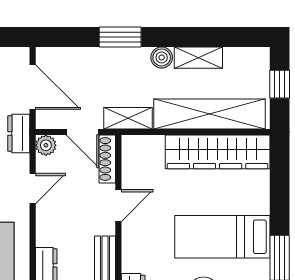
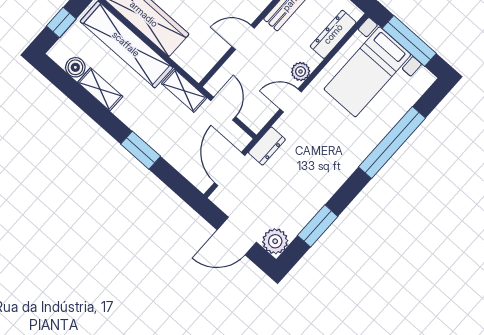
boiler: (162, 57) -> (75, 67), moved
plant: (46, 145) -> (301, 71), moved
shoe rack: (107, 159) -> (223, 76), removed

